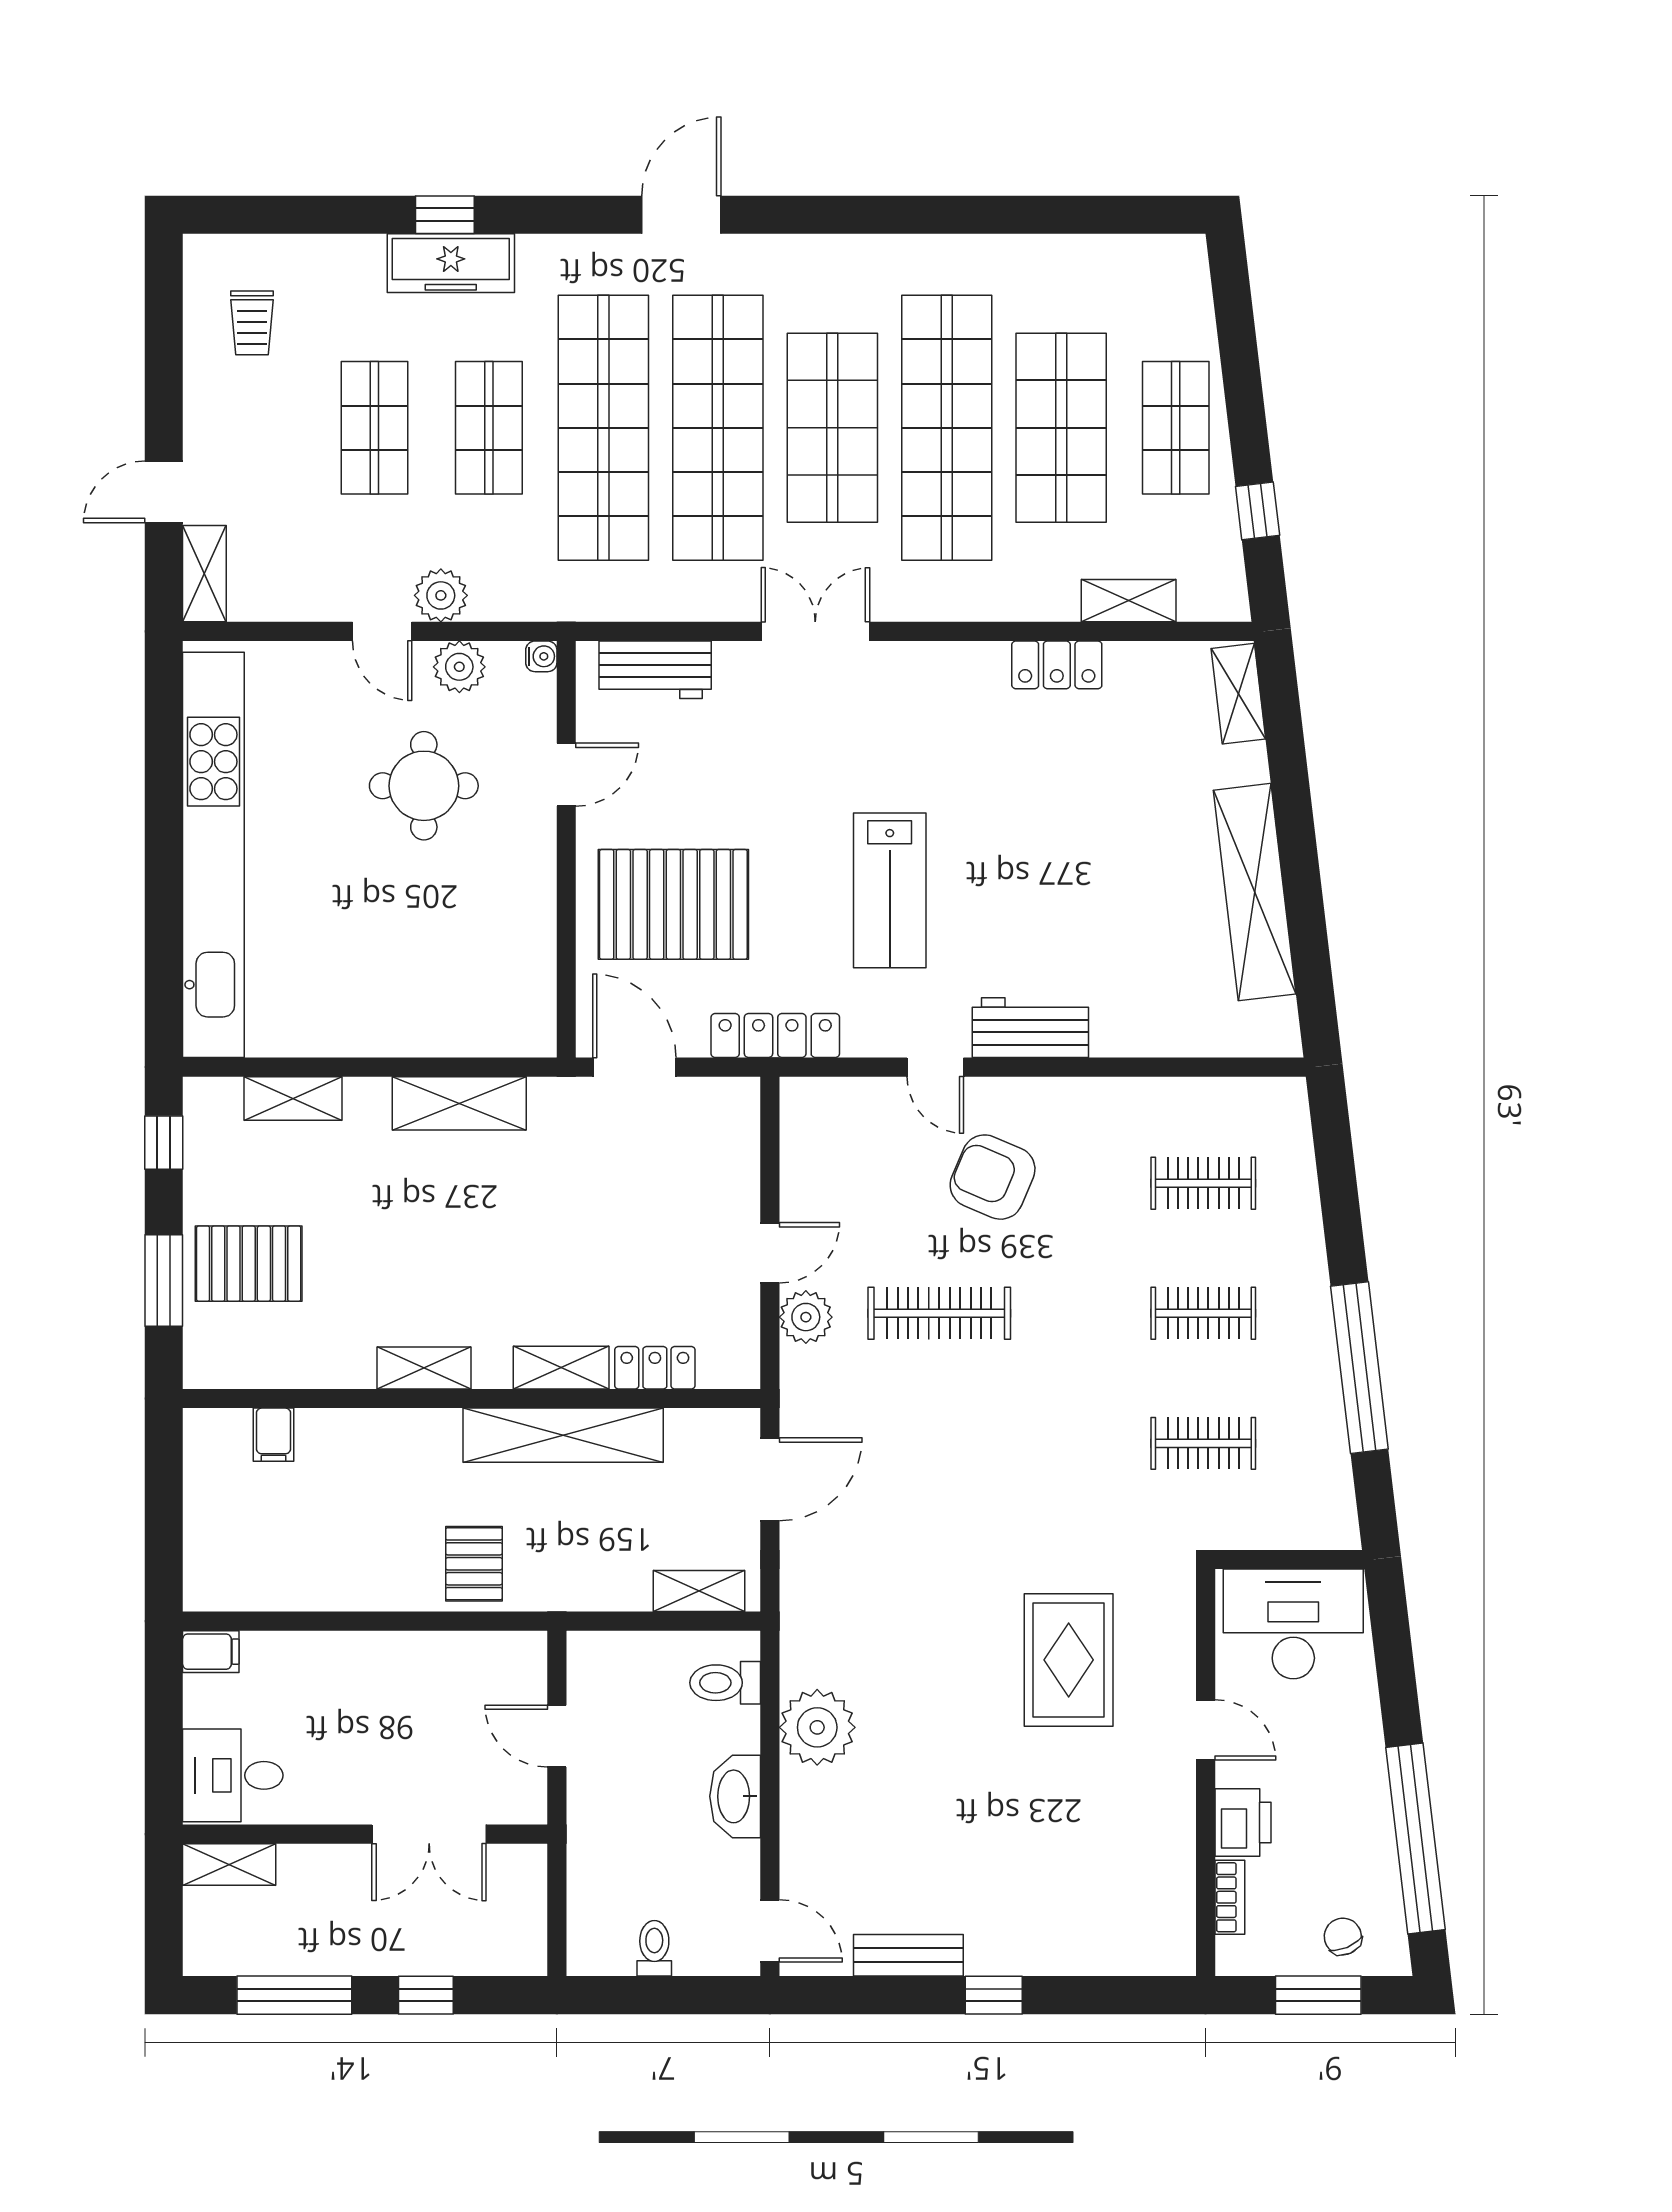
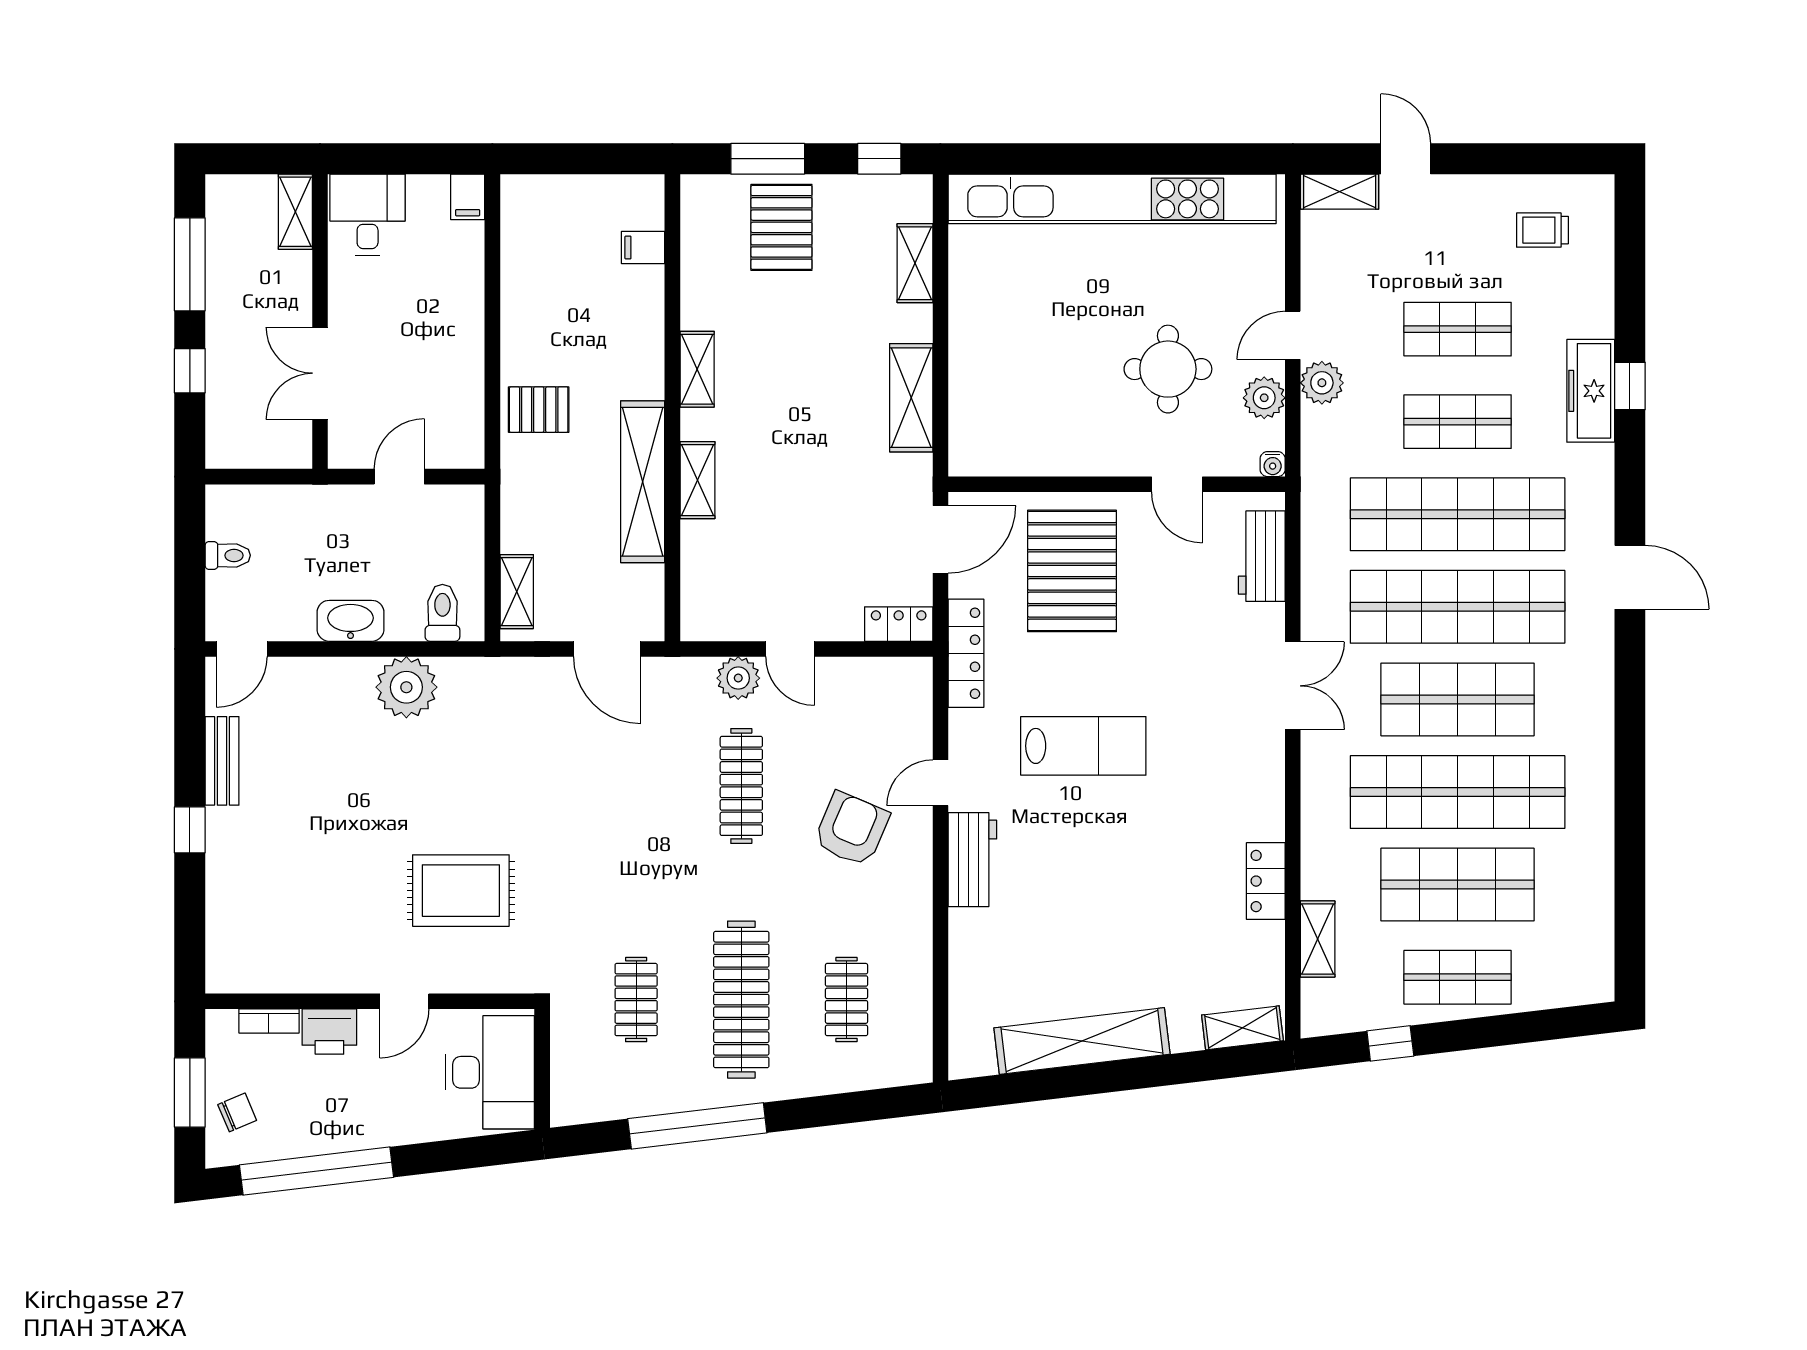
lab bench: (890, 890) -> (1083, 746), turned 180
clothes rail: (1203, 1313) -> (741, 1000), width x1.86, depth x1.31
locker: (655, 1368) -> (899, 624), moved, turned -90

